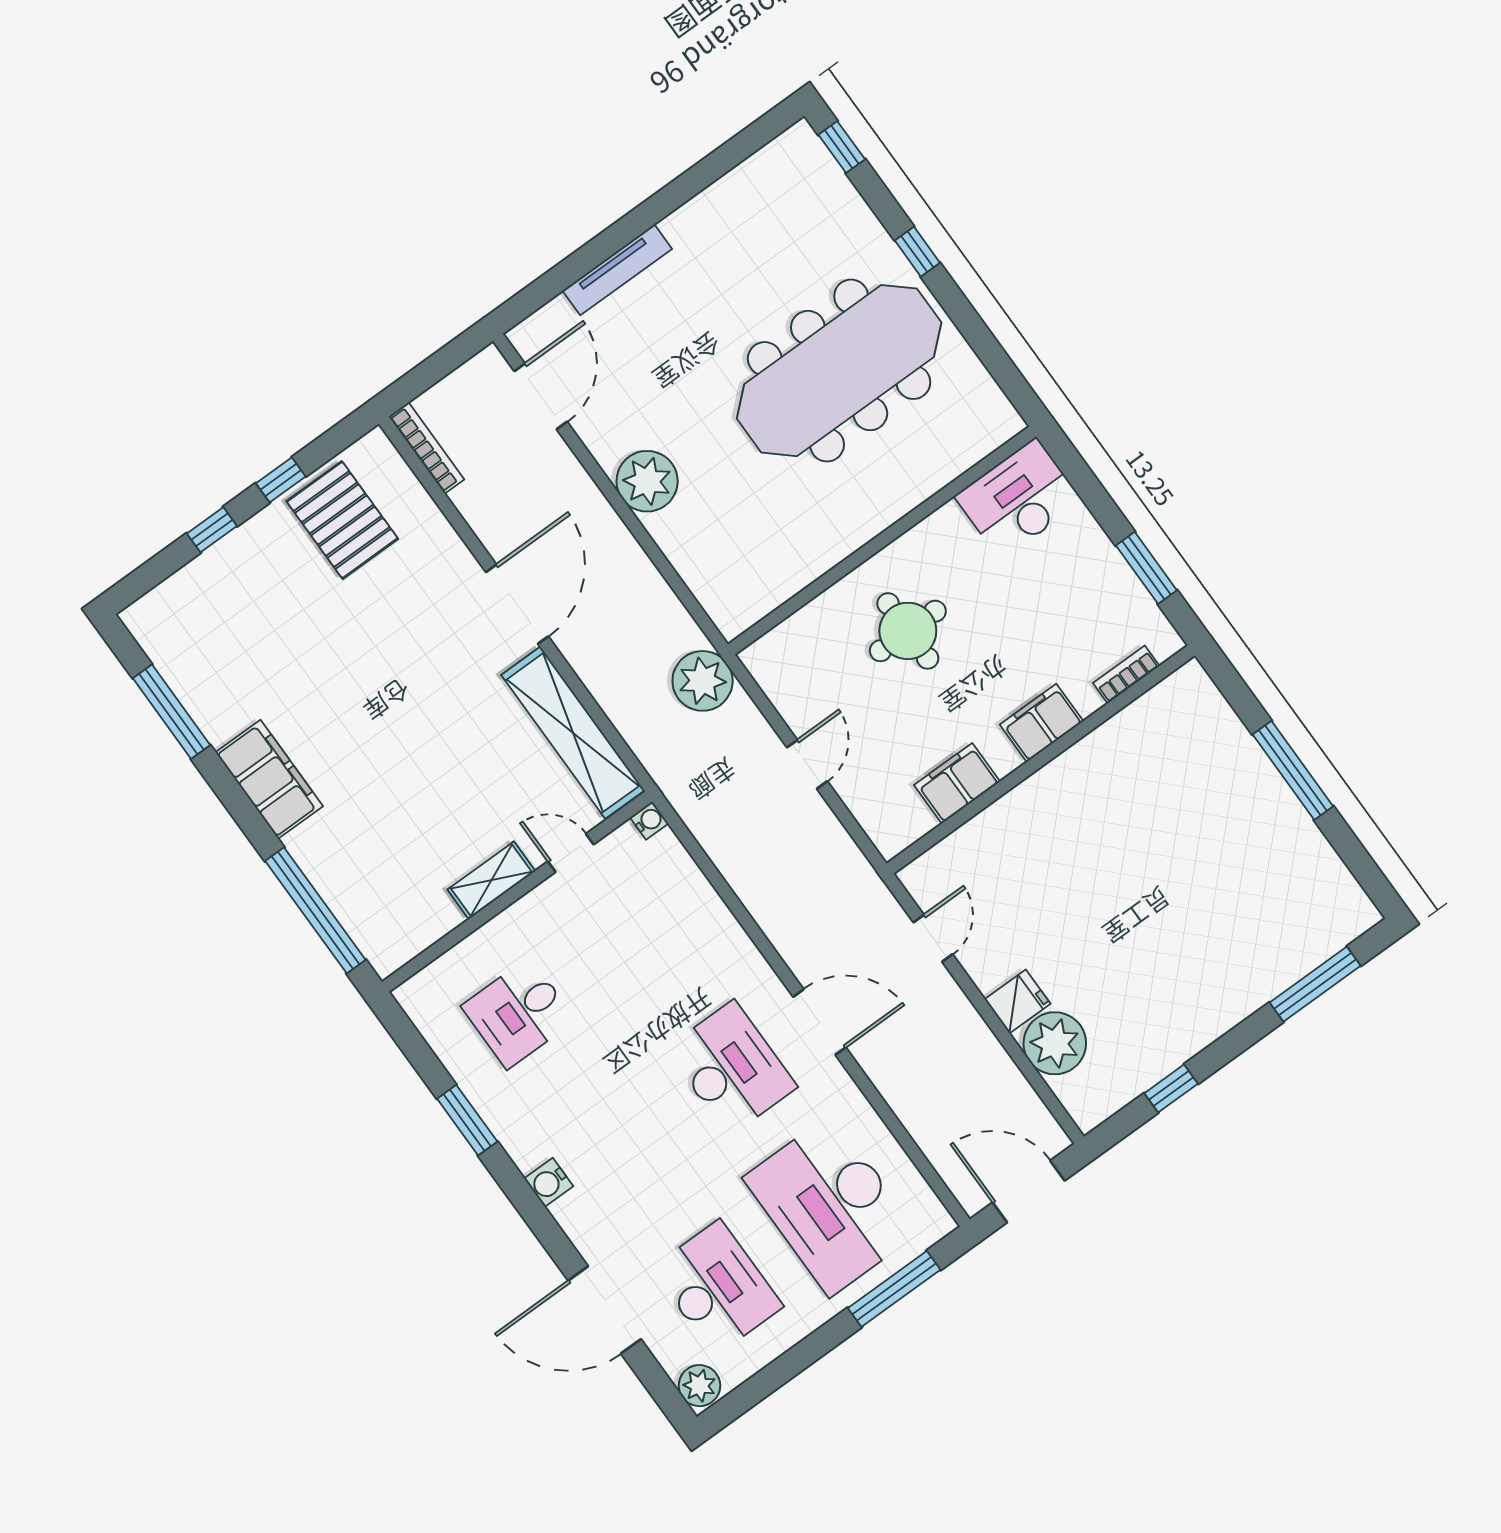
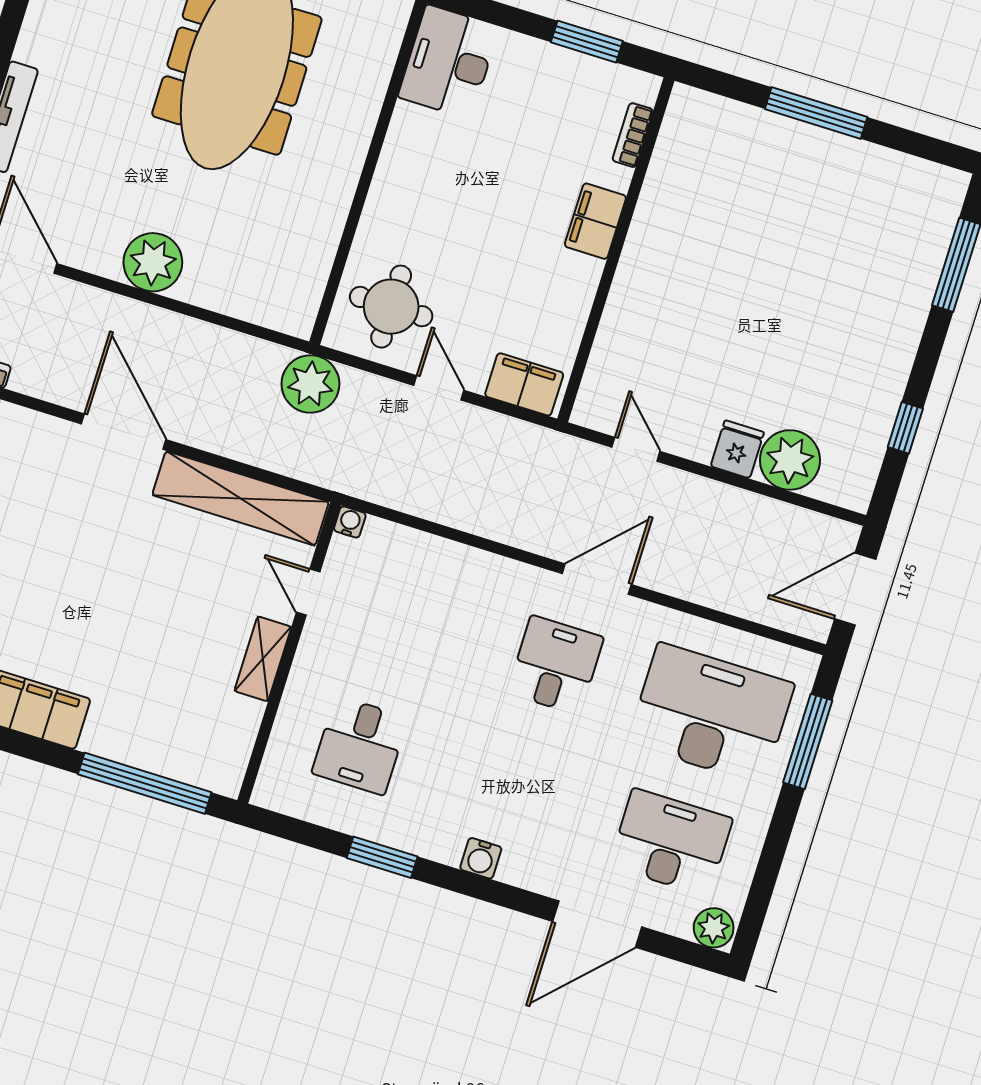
round table: (908, 631) -> (391, 307), moved
filing cabinet: (957, 783) -> (524, 384), moved, turned 90
door: (571, 853) -> (308, 592), hinge flipped
desk: (731, 1068) -> (555, 665), width x0.73
desk: (831, 1205) -> (711, 714), turned 180

